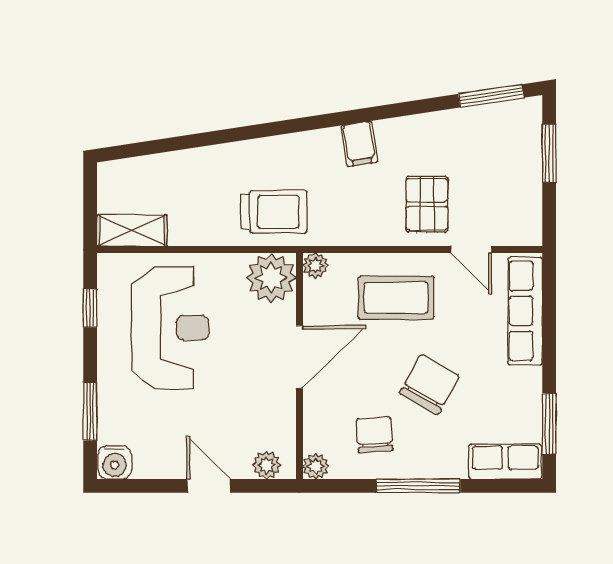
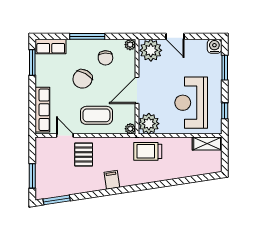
plant: (267, 465) -> (151, 50), width x1.88, depth x1.88

